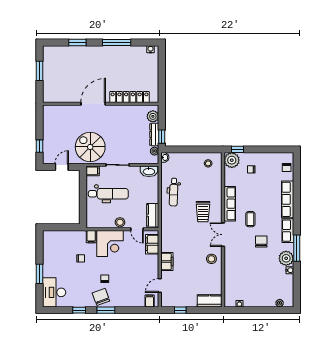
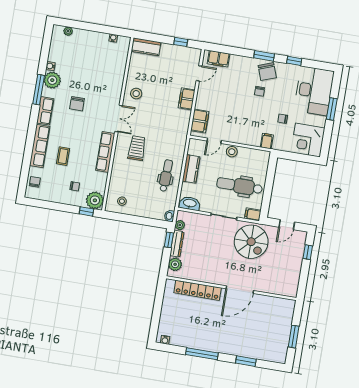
kitchen counter: (153, 215) -> (191, 169), moved
coffee table: (250, 219) -> (63, 156), moved
door: (137, 229) -> (214, 141), swing flipped
corner desk: (110, 243) -> (308, 140), moved, turned -90
desk: (54, 292) -> (314, 91), width x1.36, depth x1.30
filing cabinet: (150, 301) -> (219, 59), width x2.00

